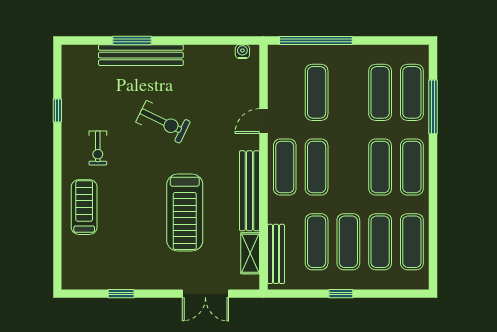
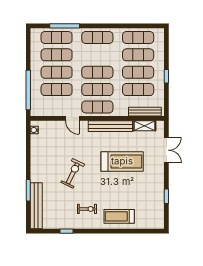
bench: (141, 55) -> (36, 206), moved
exercise mat: (348, 92) -> (57, 72), added
exercise mat: (380, 167) -> (97, 72), moved

